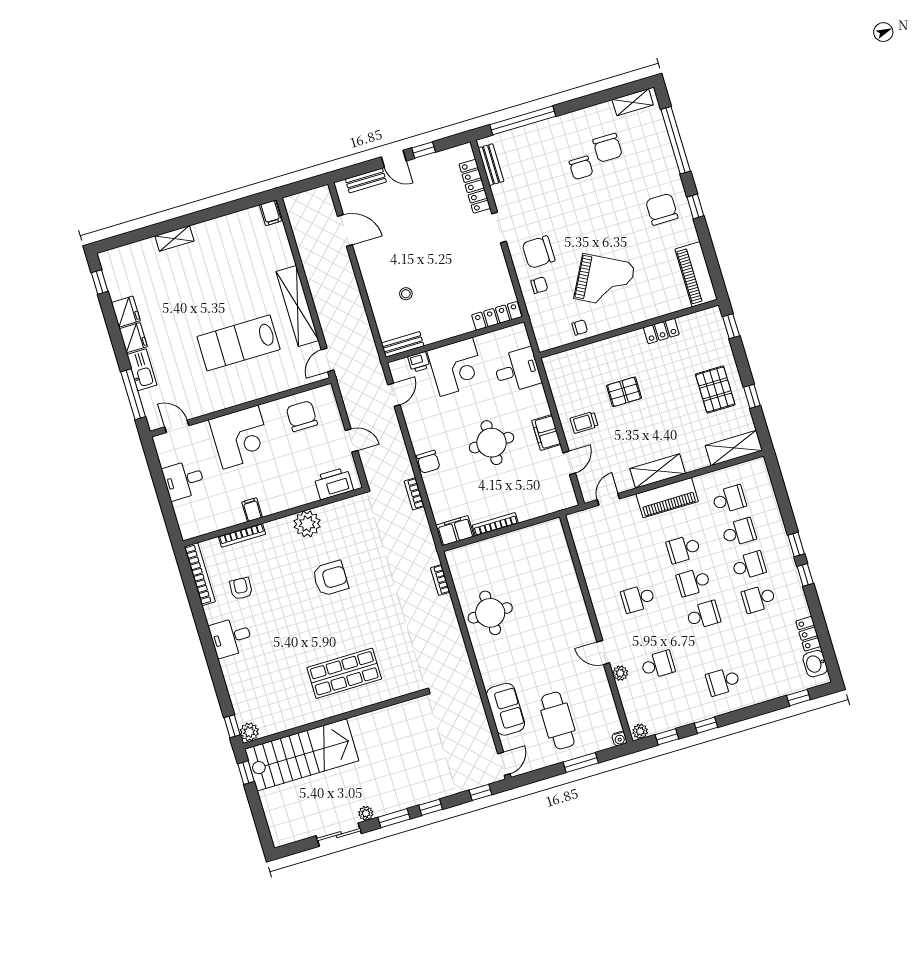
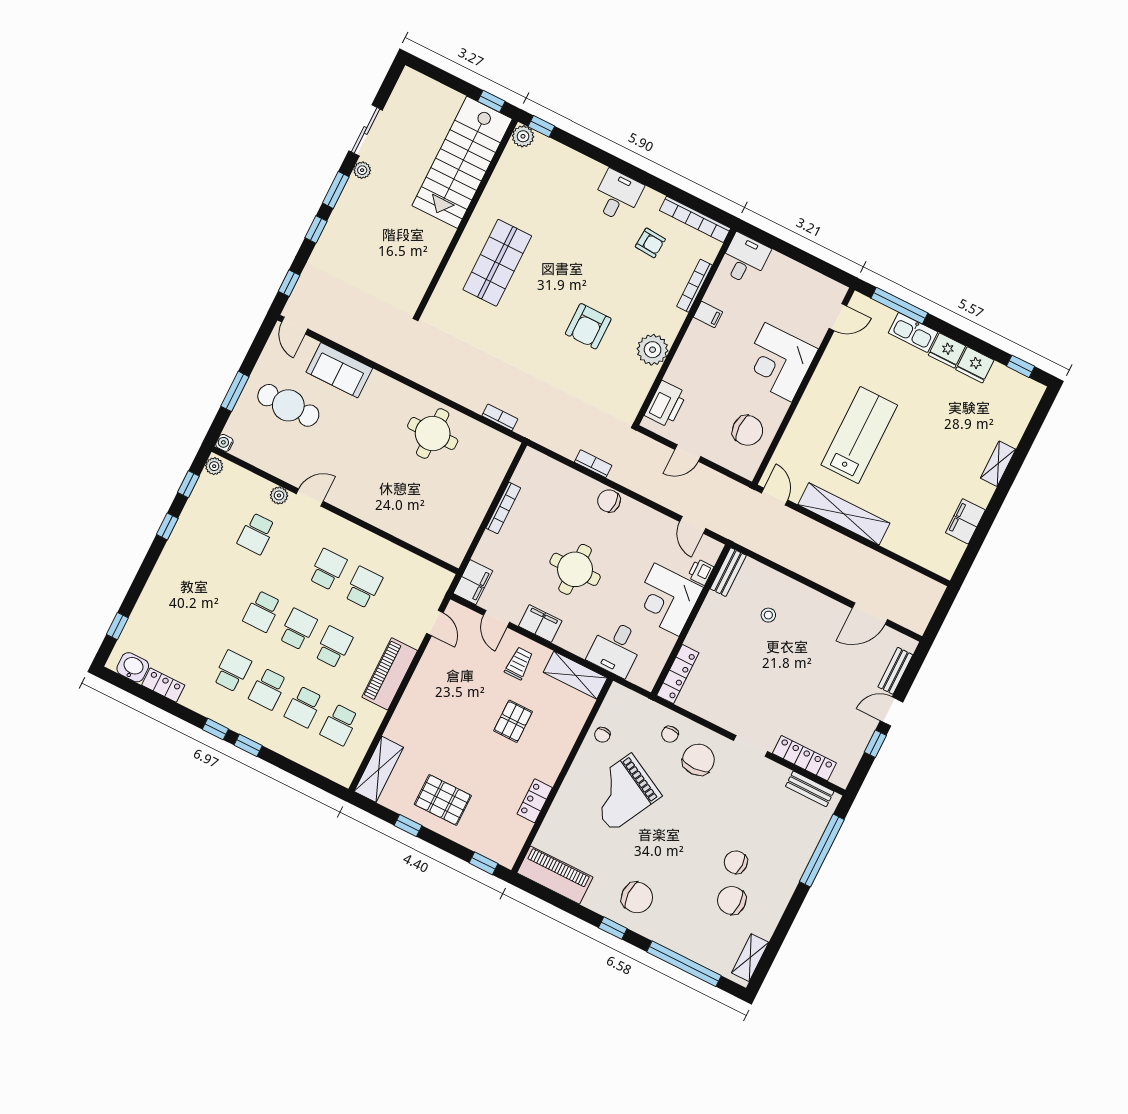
filing cabinet: (271, 213) -> (965, 521), moved, width x2.00
shelving: (658, 471) -> (575, 675), moved, turned 90
desk: (184, 480) -> (745, 259), moved
filing cabinet: (455, 531) -> (473, 582), moved
school desk: (723, 681) -> (363, 587), moved

